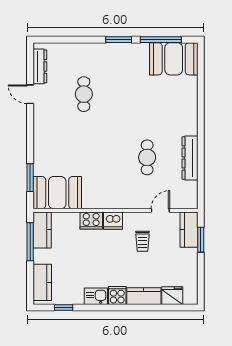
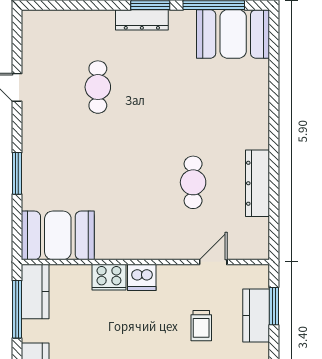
dresser: (40, 66) -> (142, 20), moved, turned 90
window: (30, 178) -> (17, 173), moved
kitchen counter: (189, 230) -> (256, 316), moved
trolley: (143, 241) -> (201, 326), moved

